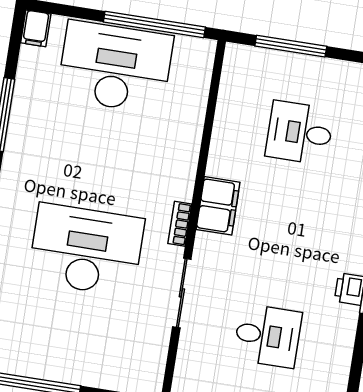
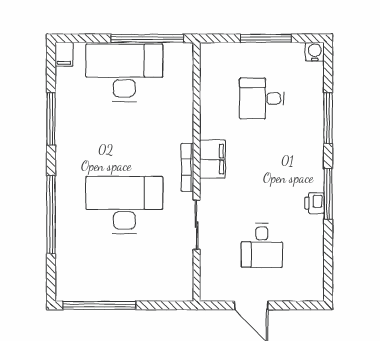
window: (291, 46) -> (266, 38), moved
bookcase: (180, 224) -> (187, 167), width x1.56
desk: (267, 336) -> (262, 245), turned 90

